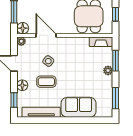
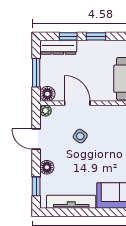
coffee table: (46, 82) -> (78, 163), removed

